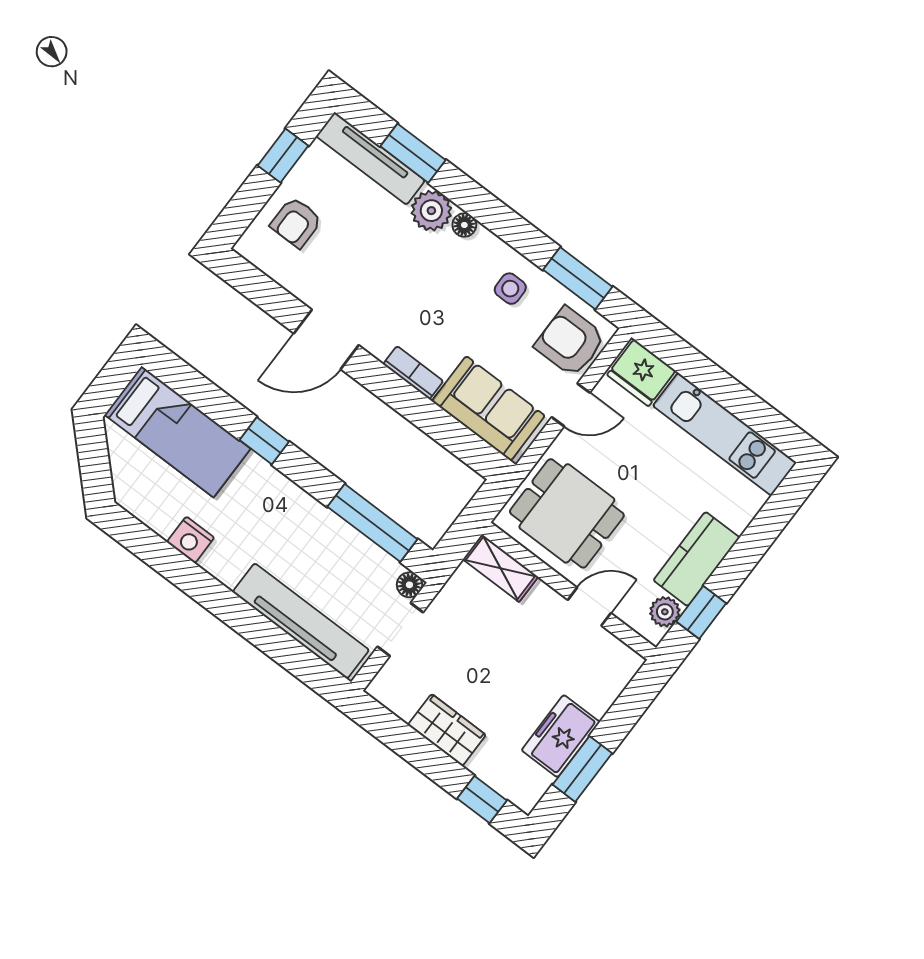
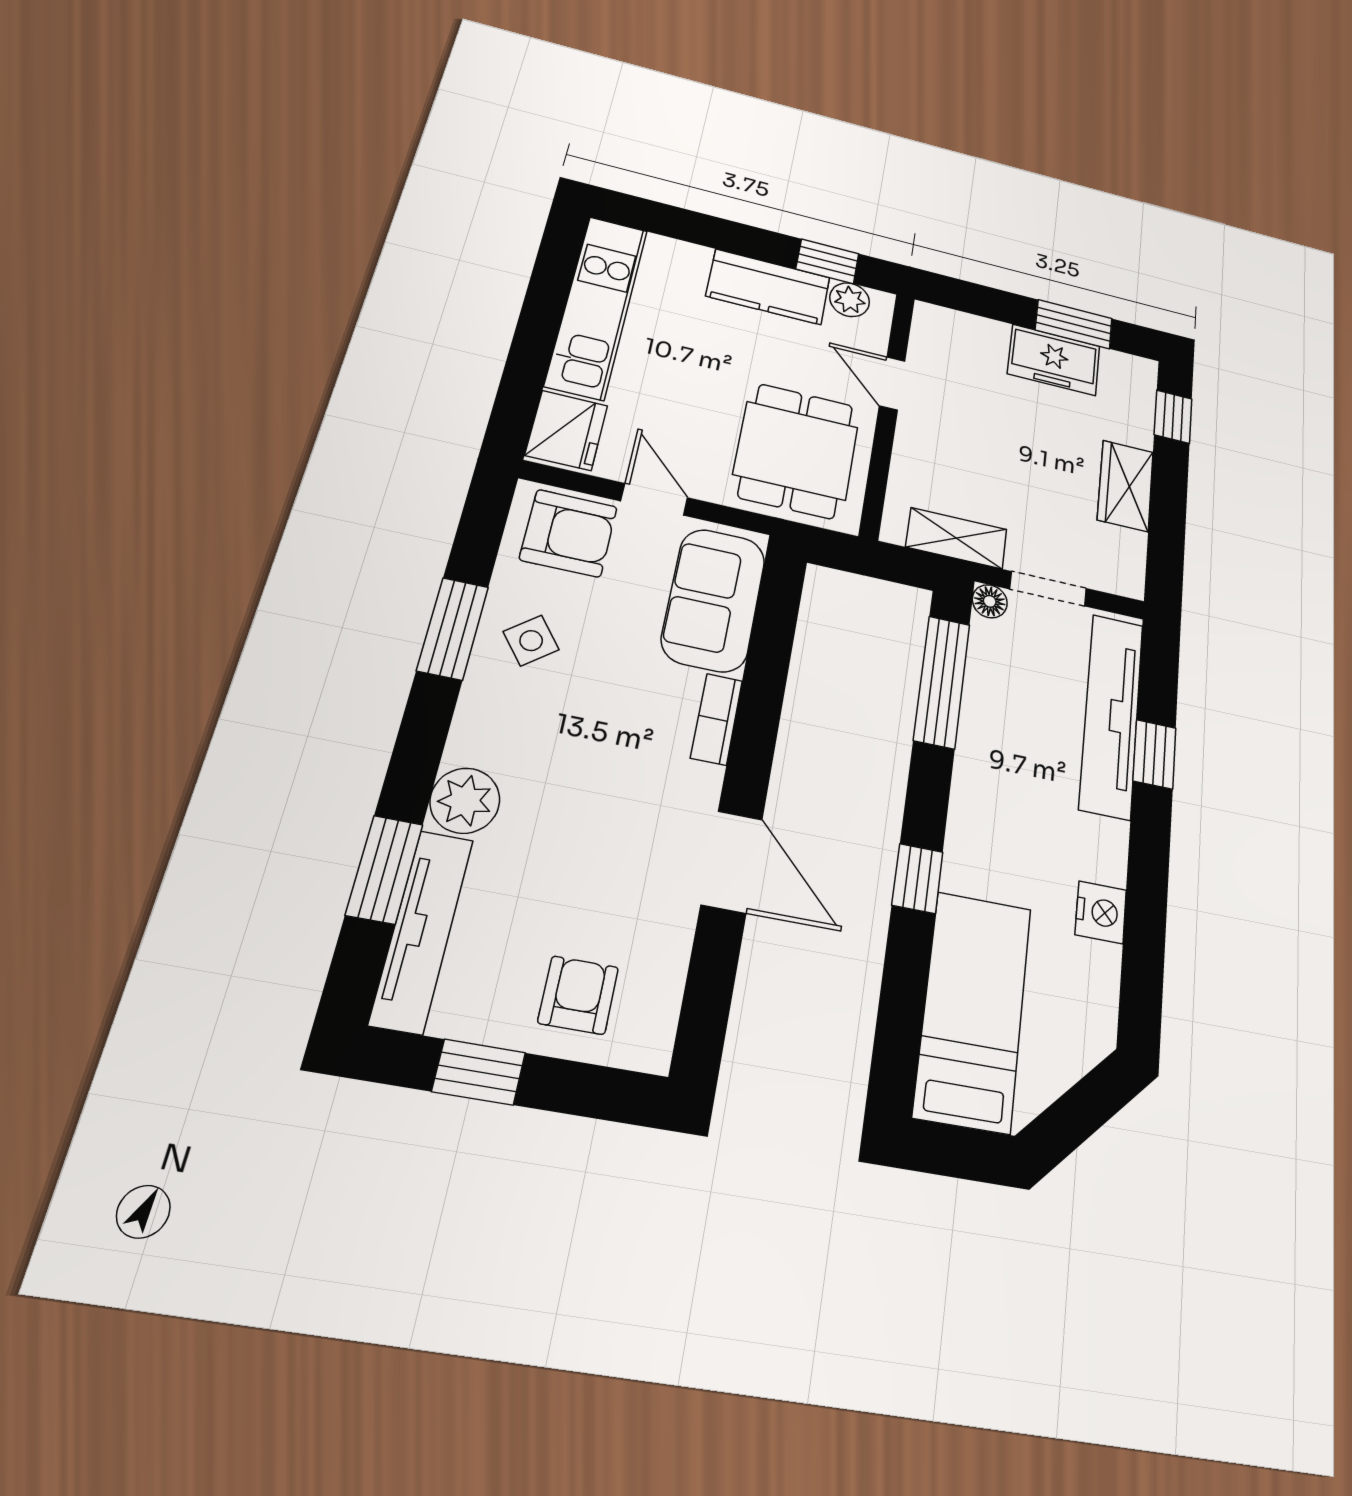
armchair: (296, 222) -> (578, 995), turned -90
floor lamp: (464, 225) -> (465, 744), removed
window: (578, 278) -> (453, 629), moved
side table: (510, 289) -> (531, 641), turned -38
armchair: (570, 342) -> (569, 533), turned -90
shelving: (500, 568) -> (957, 538), moved, turned 90
window: (264, 634) -> (1154, 754), added

